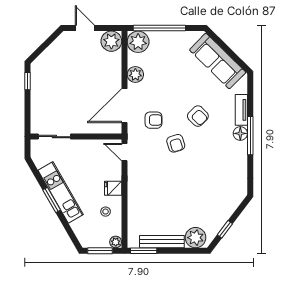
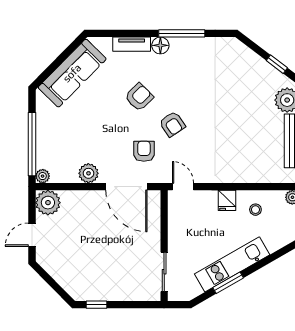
plant: (138, 42) -> (43, 176), width x0.53, depth x0.53
window: (250, 136) -> (182, 33), moved
armchair: (176, 143) -> (172, 124), turned 74
door: (124, 152) -> (183, 187), swing flipped
window: (52, 200) -> (228, 283), moved

